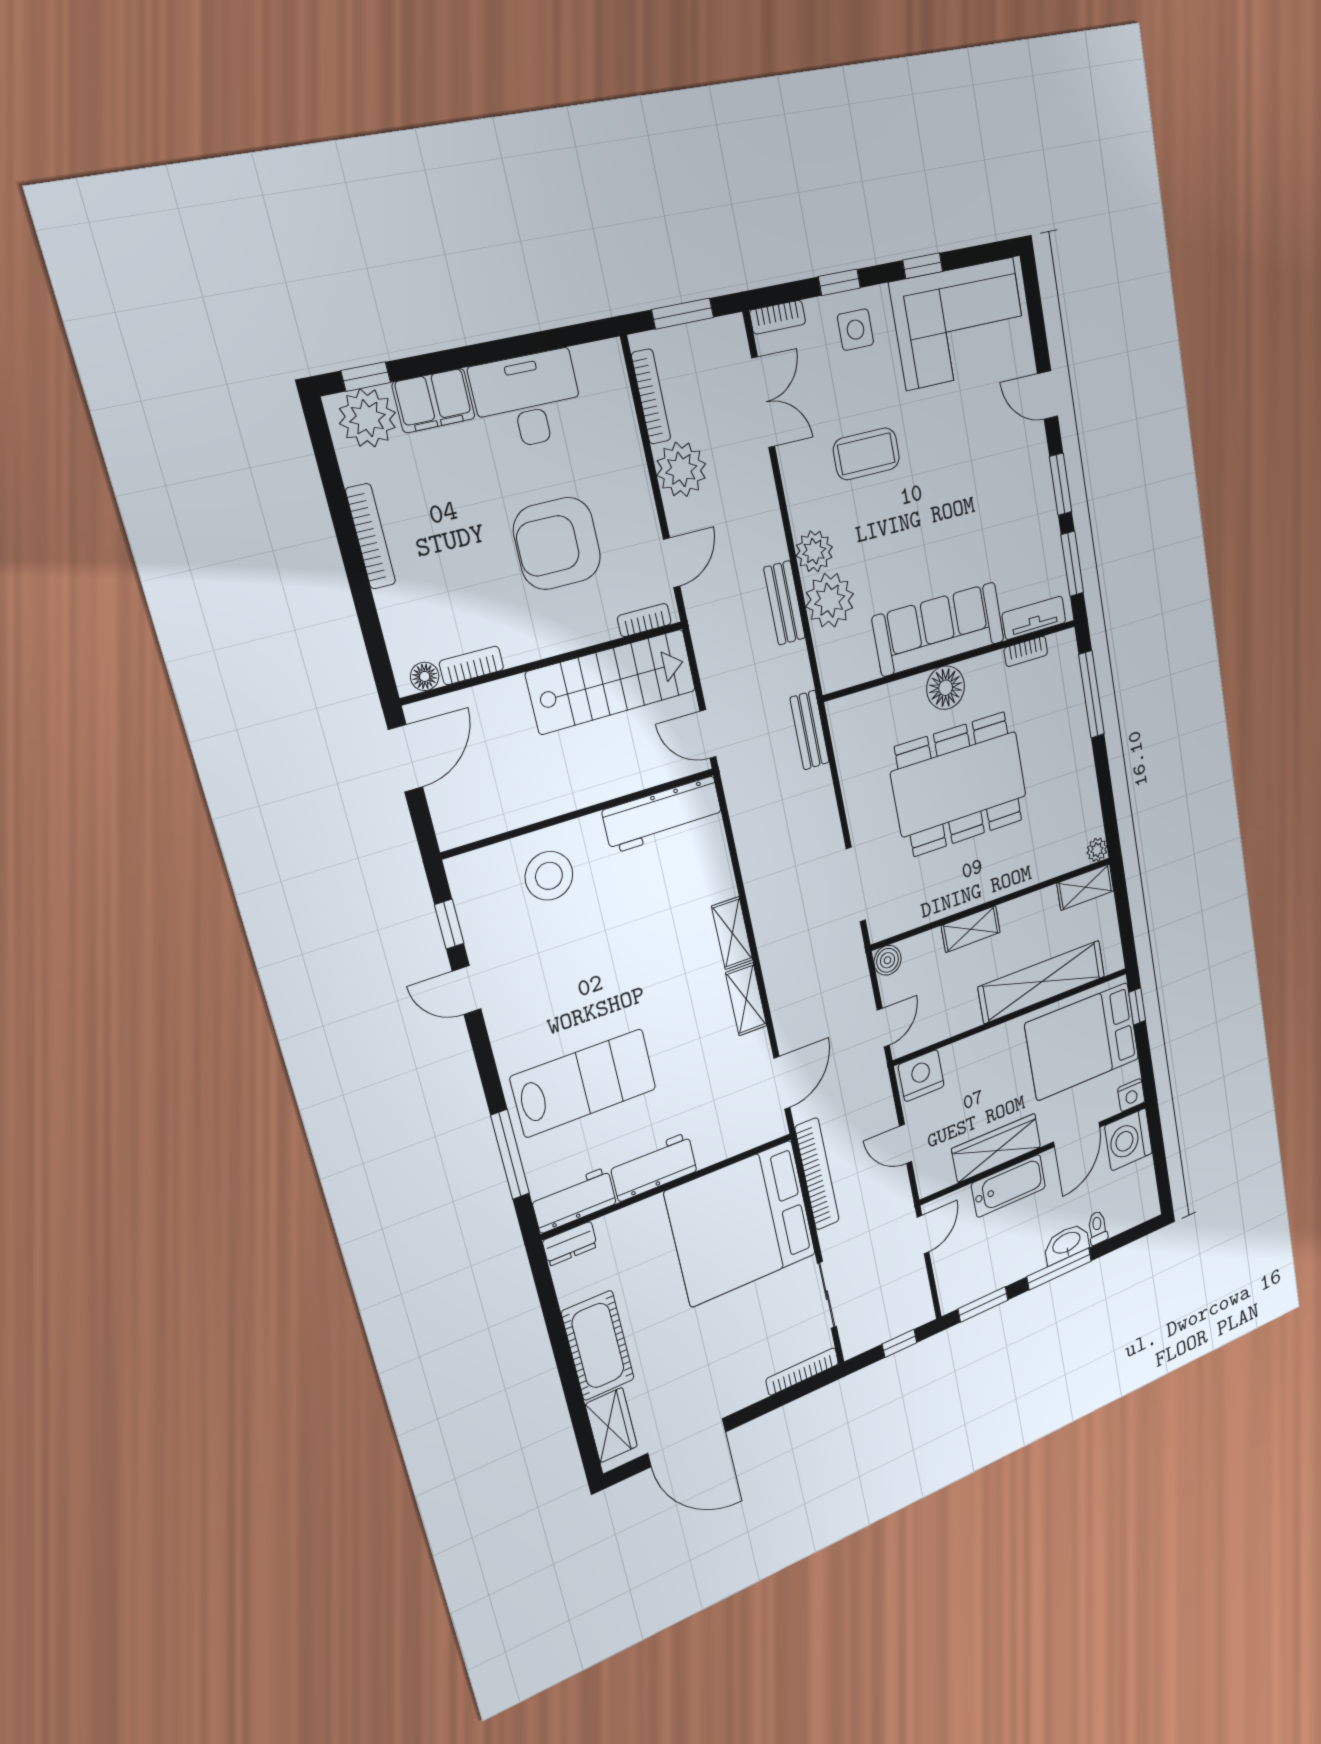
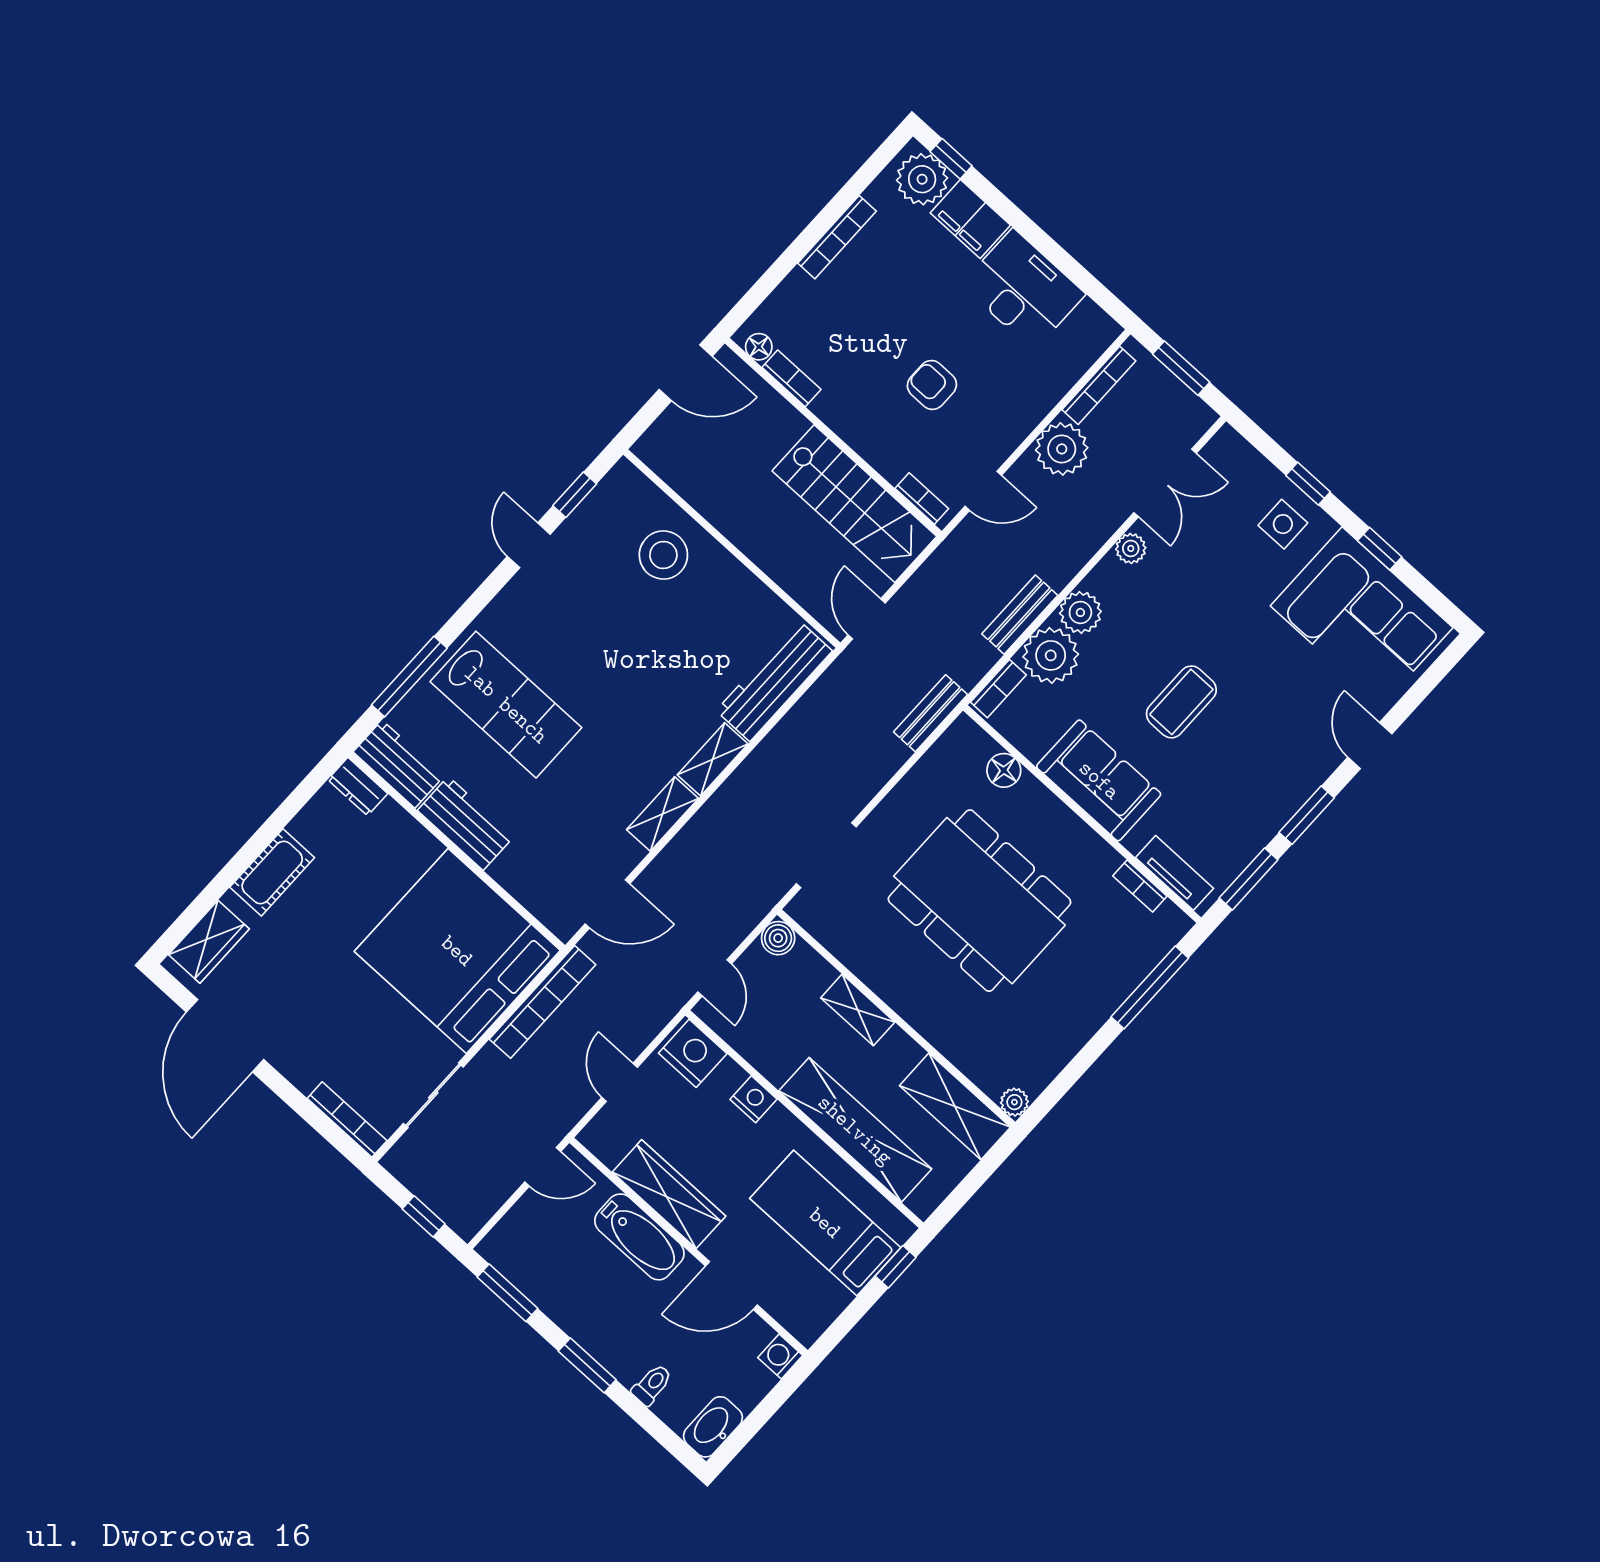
bookcase: (778, 317) -> (998, 689), moved, turned -90
coffee table: (866, 454) -> (1181, 702), moved, turned 90
plant: (794, 472) -> (1131, 548), added
armchair: (557, 544) -> (932, 385), width x0.53, depth x0.53
sofa: (939, 629) -> (1099, 780), width x0.73
floor lamp: (946, 688) -> (1004, 770), moved, width x0.73, depth x0.73
workbench: (663, 815) -> (774, 681), moved, turned 90
shelving: (1085, 887) -> (955, 1106), width x1.50, depth x1.33
door: (883, 1028) -> (715, 978), hinge flipped
bed: (1082, 1041) -> (825, 1223), width x0.67
nightstand: (1131, 1095) -> (753, 1099), moved, turned 180
washing machine: (1129, 1139) -> (780, 1356), width x0.53, depth x0.53
washbasin: (1067, 1244) -> (713, 1427), moved, turned -90
window: (1059, 1269) -> (587, 1365), width x0.69
cot: (598, 1346) -> (272, 872), width x0.73, depth x0.75

